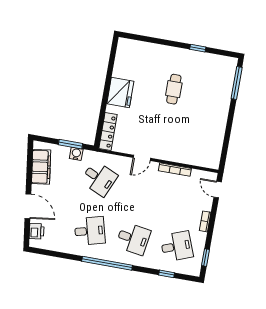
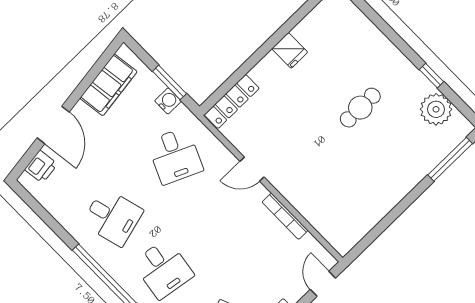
plant: (212, 63) -> (436, 109), added
fridge: (120, 93) -> (290, 50), width x0.53, depth x0.75

